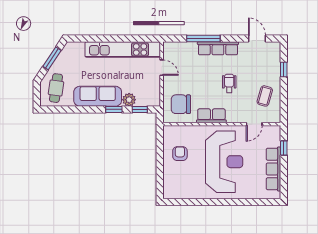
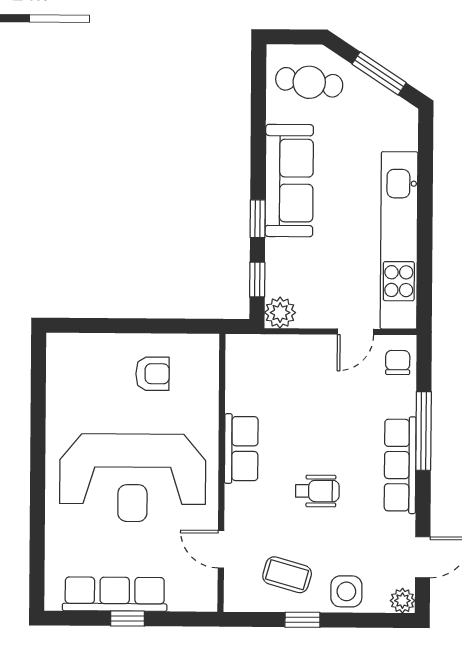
plant: (275, 47) -> (402, 601), added
window: (284, 70) -> (302, 620), moved
side table: (272, 71) -> (346, 591), added
plant: (129, 100) -> (280, 313), moved
chair: (181, 104) -> (398, 362), moved, width x0.54, depth x0.54
window: (284, 148) -> (127, 619), moved

